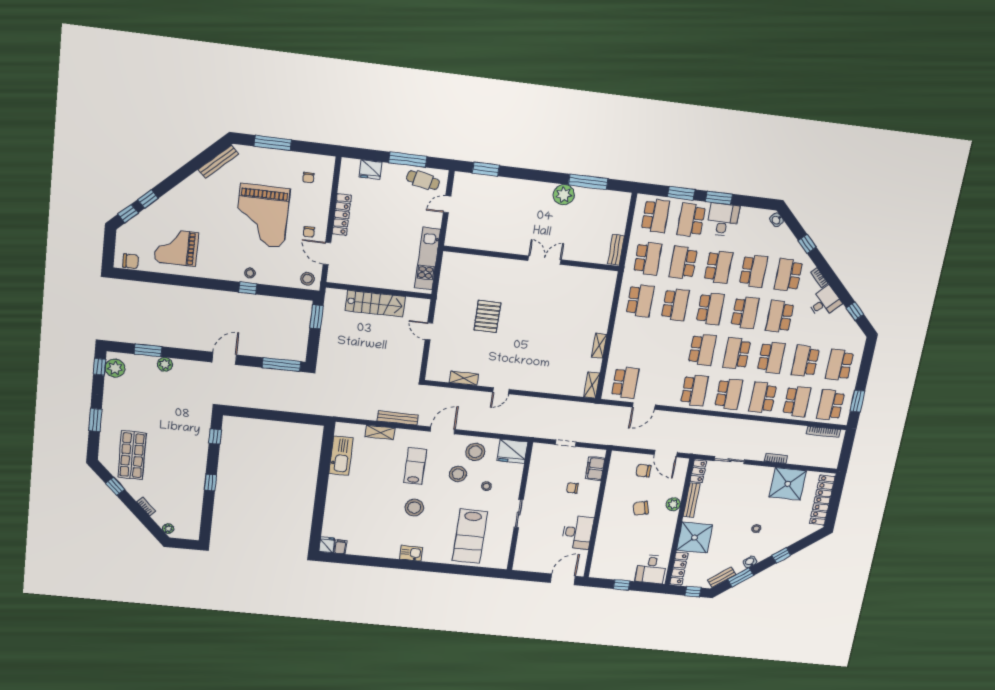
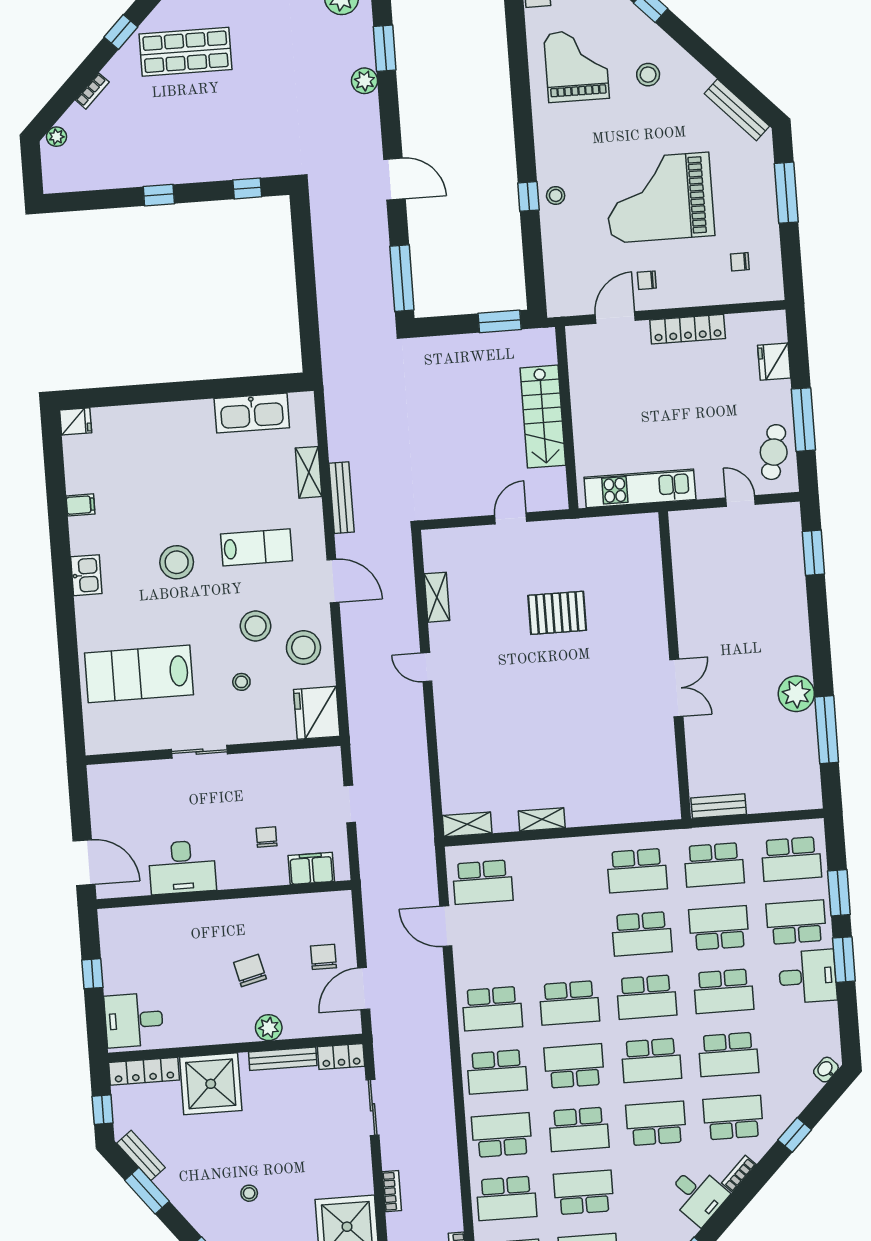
stool: (307, 279) -> (648, 75), moved
filing cabinet: (340, 547) -> (80, 505), moved
washbasin: (750, 562) -> (181, 1200), removed

